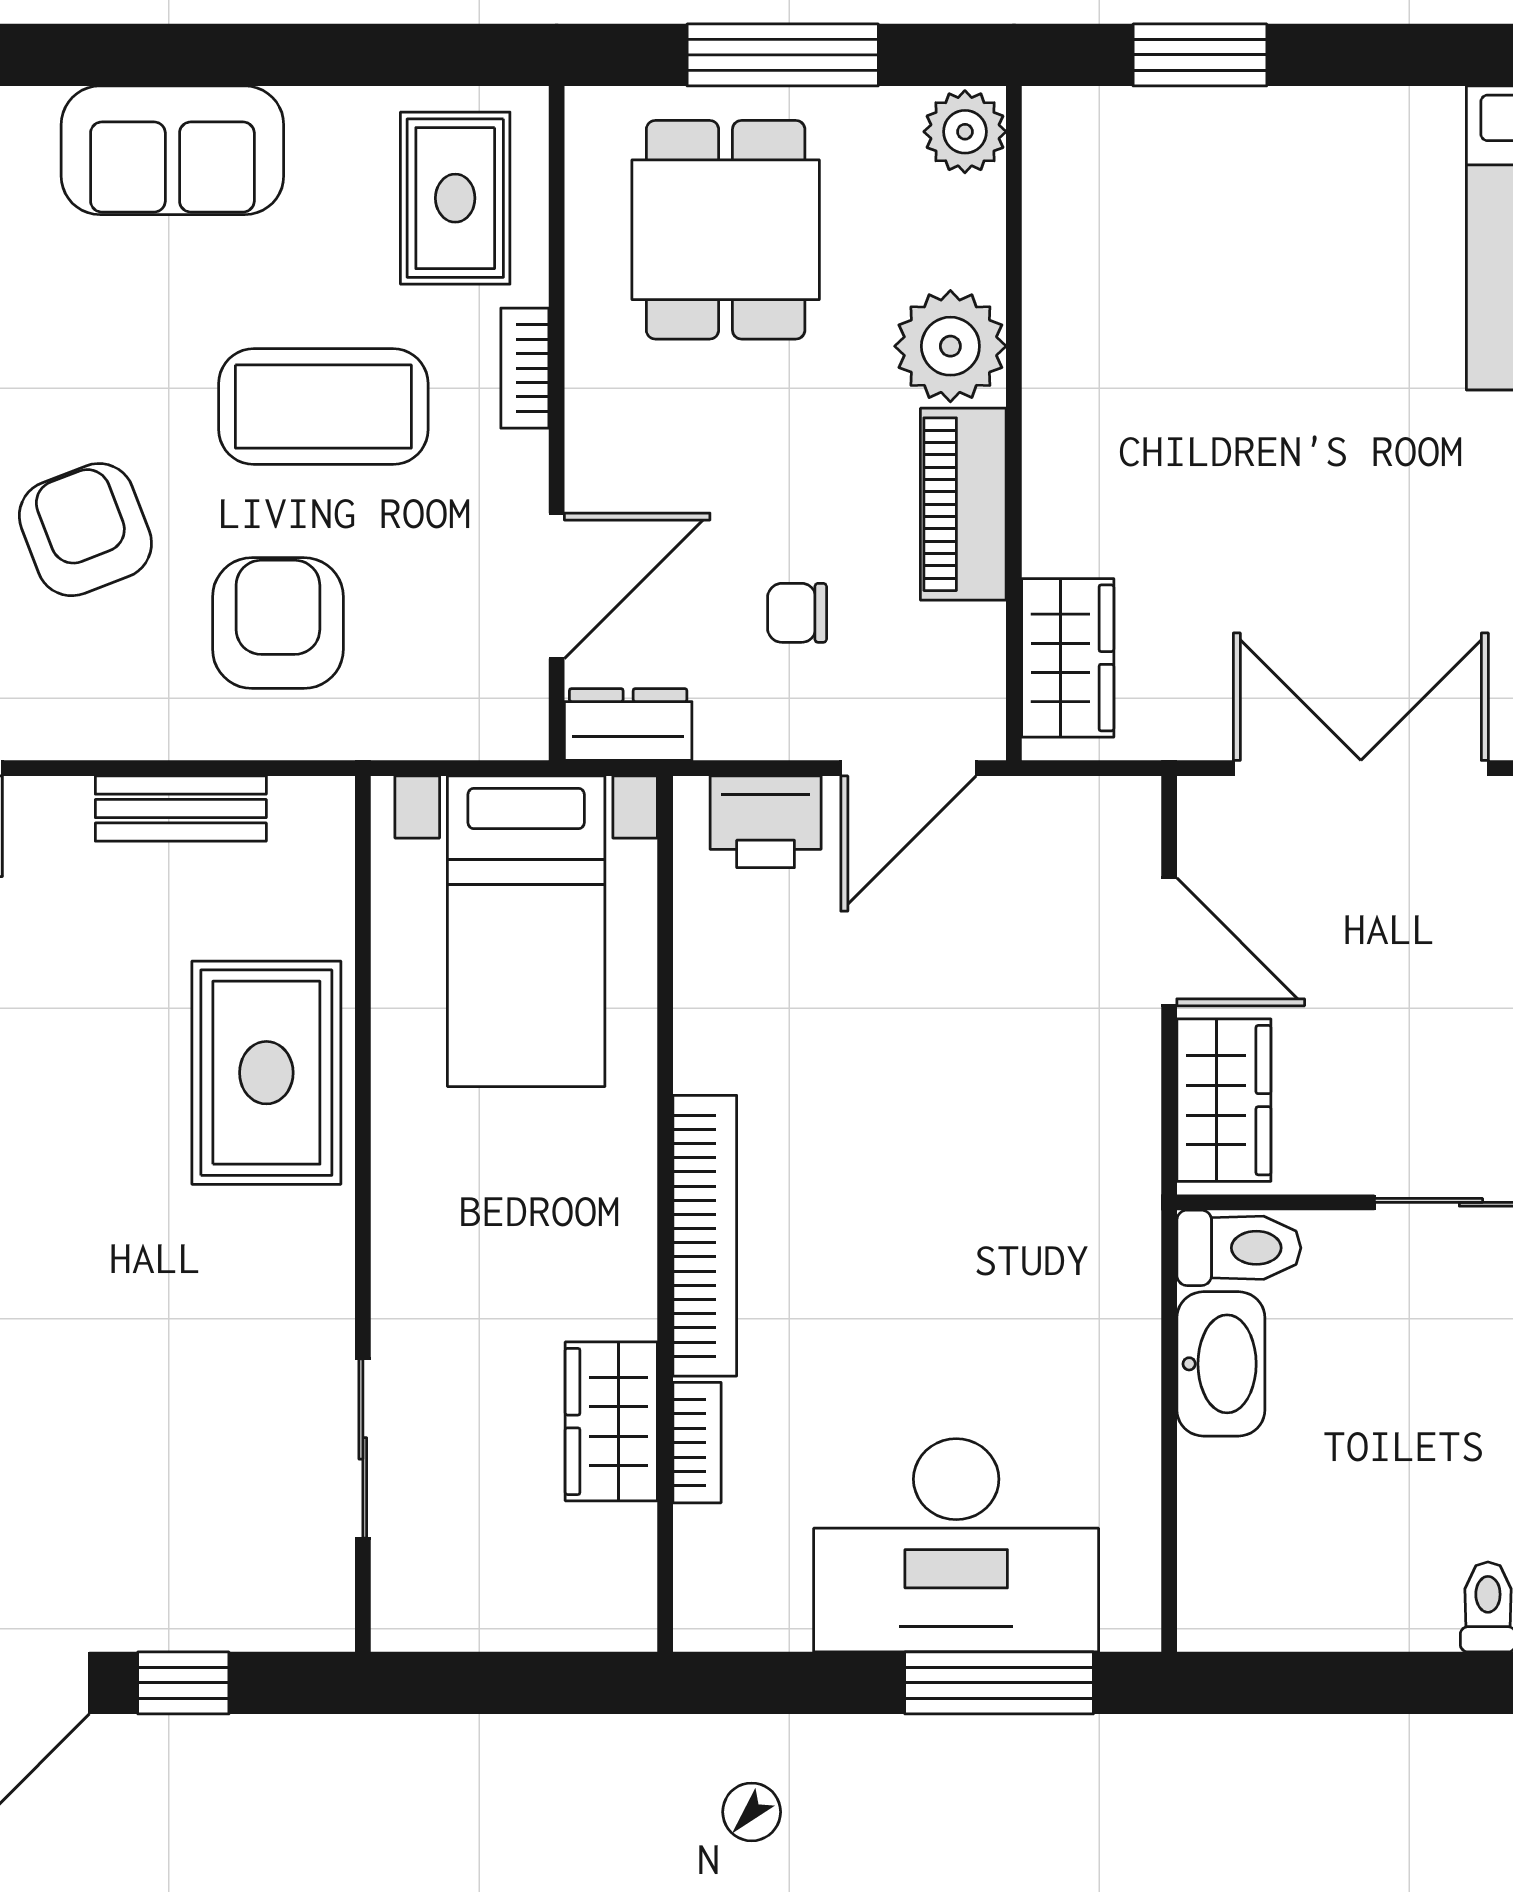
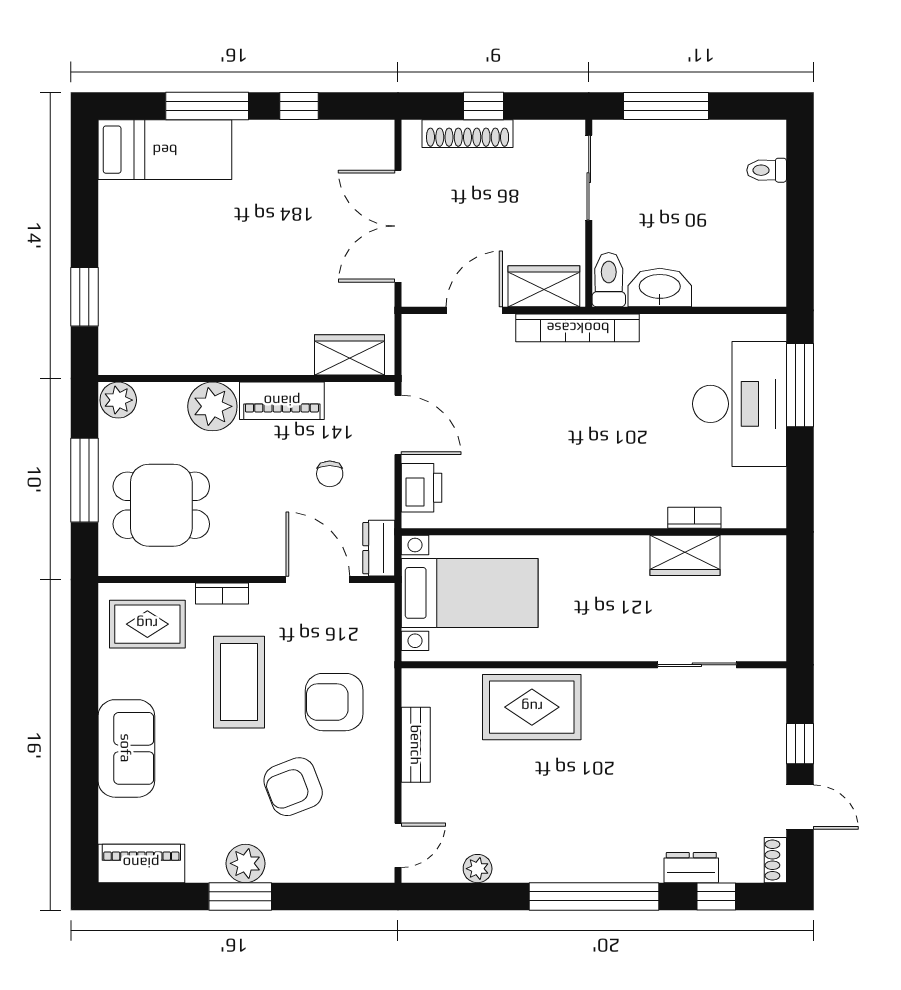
bookcase: (705, 1236) -> (578, 328), moved, turned 180

